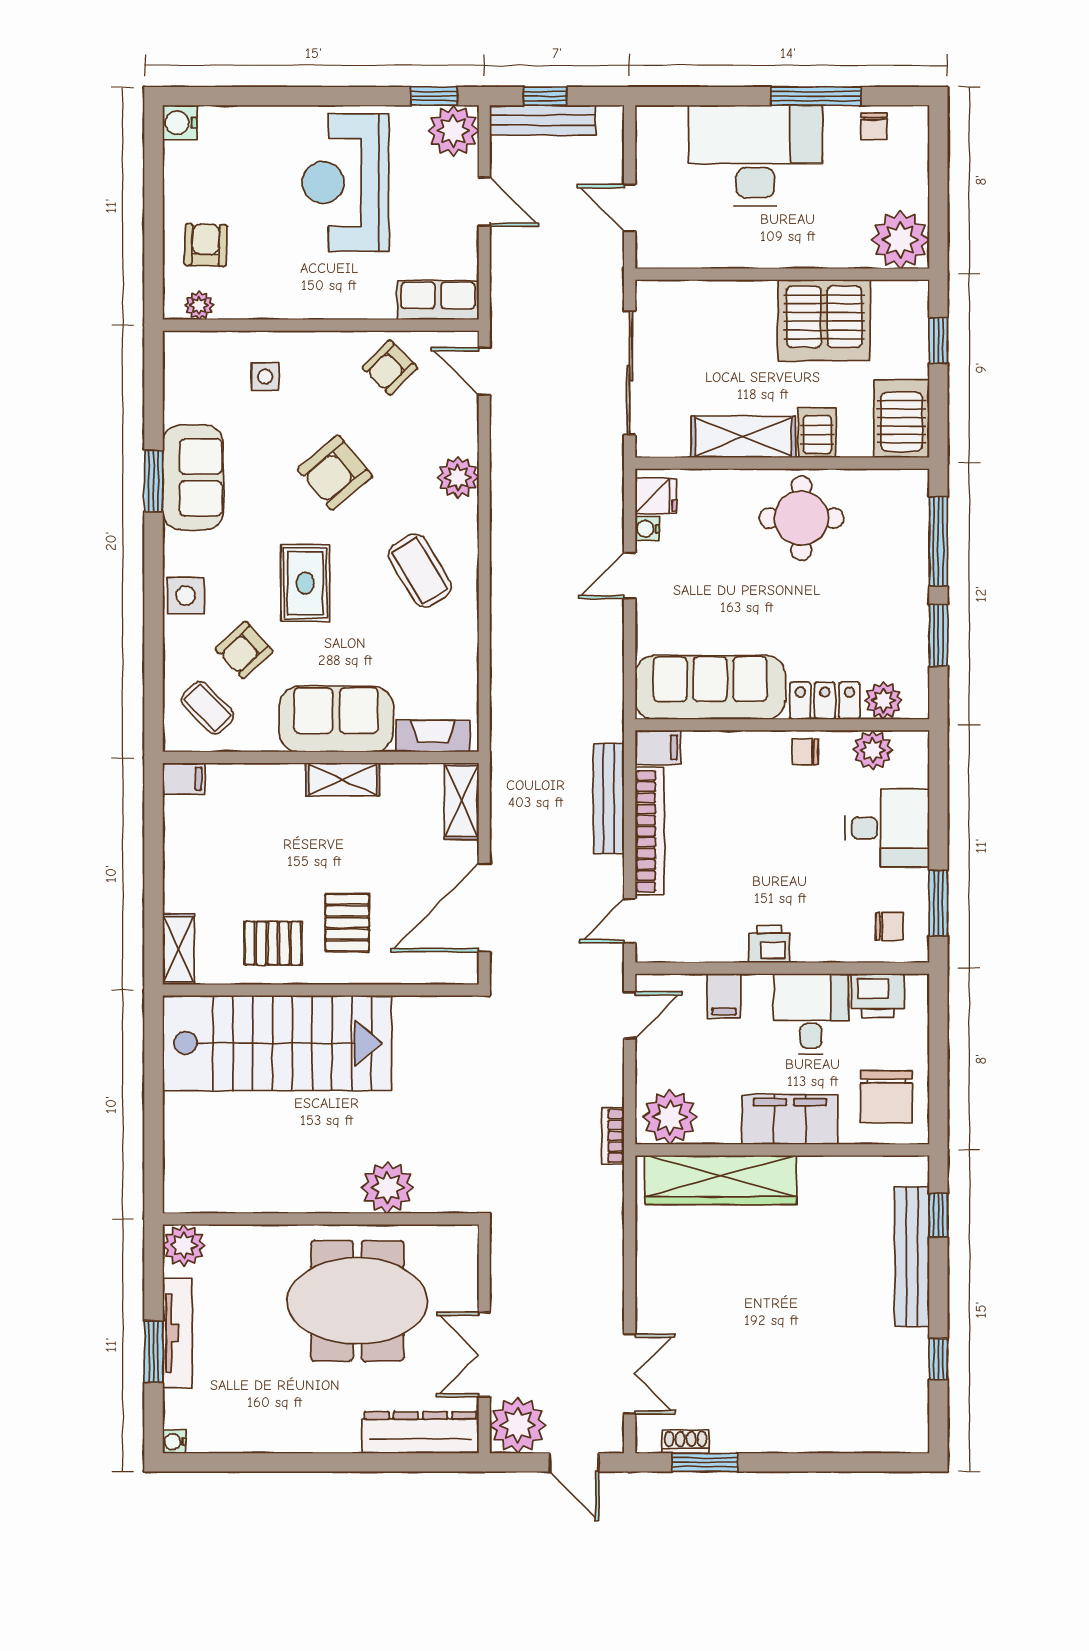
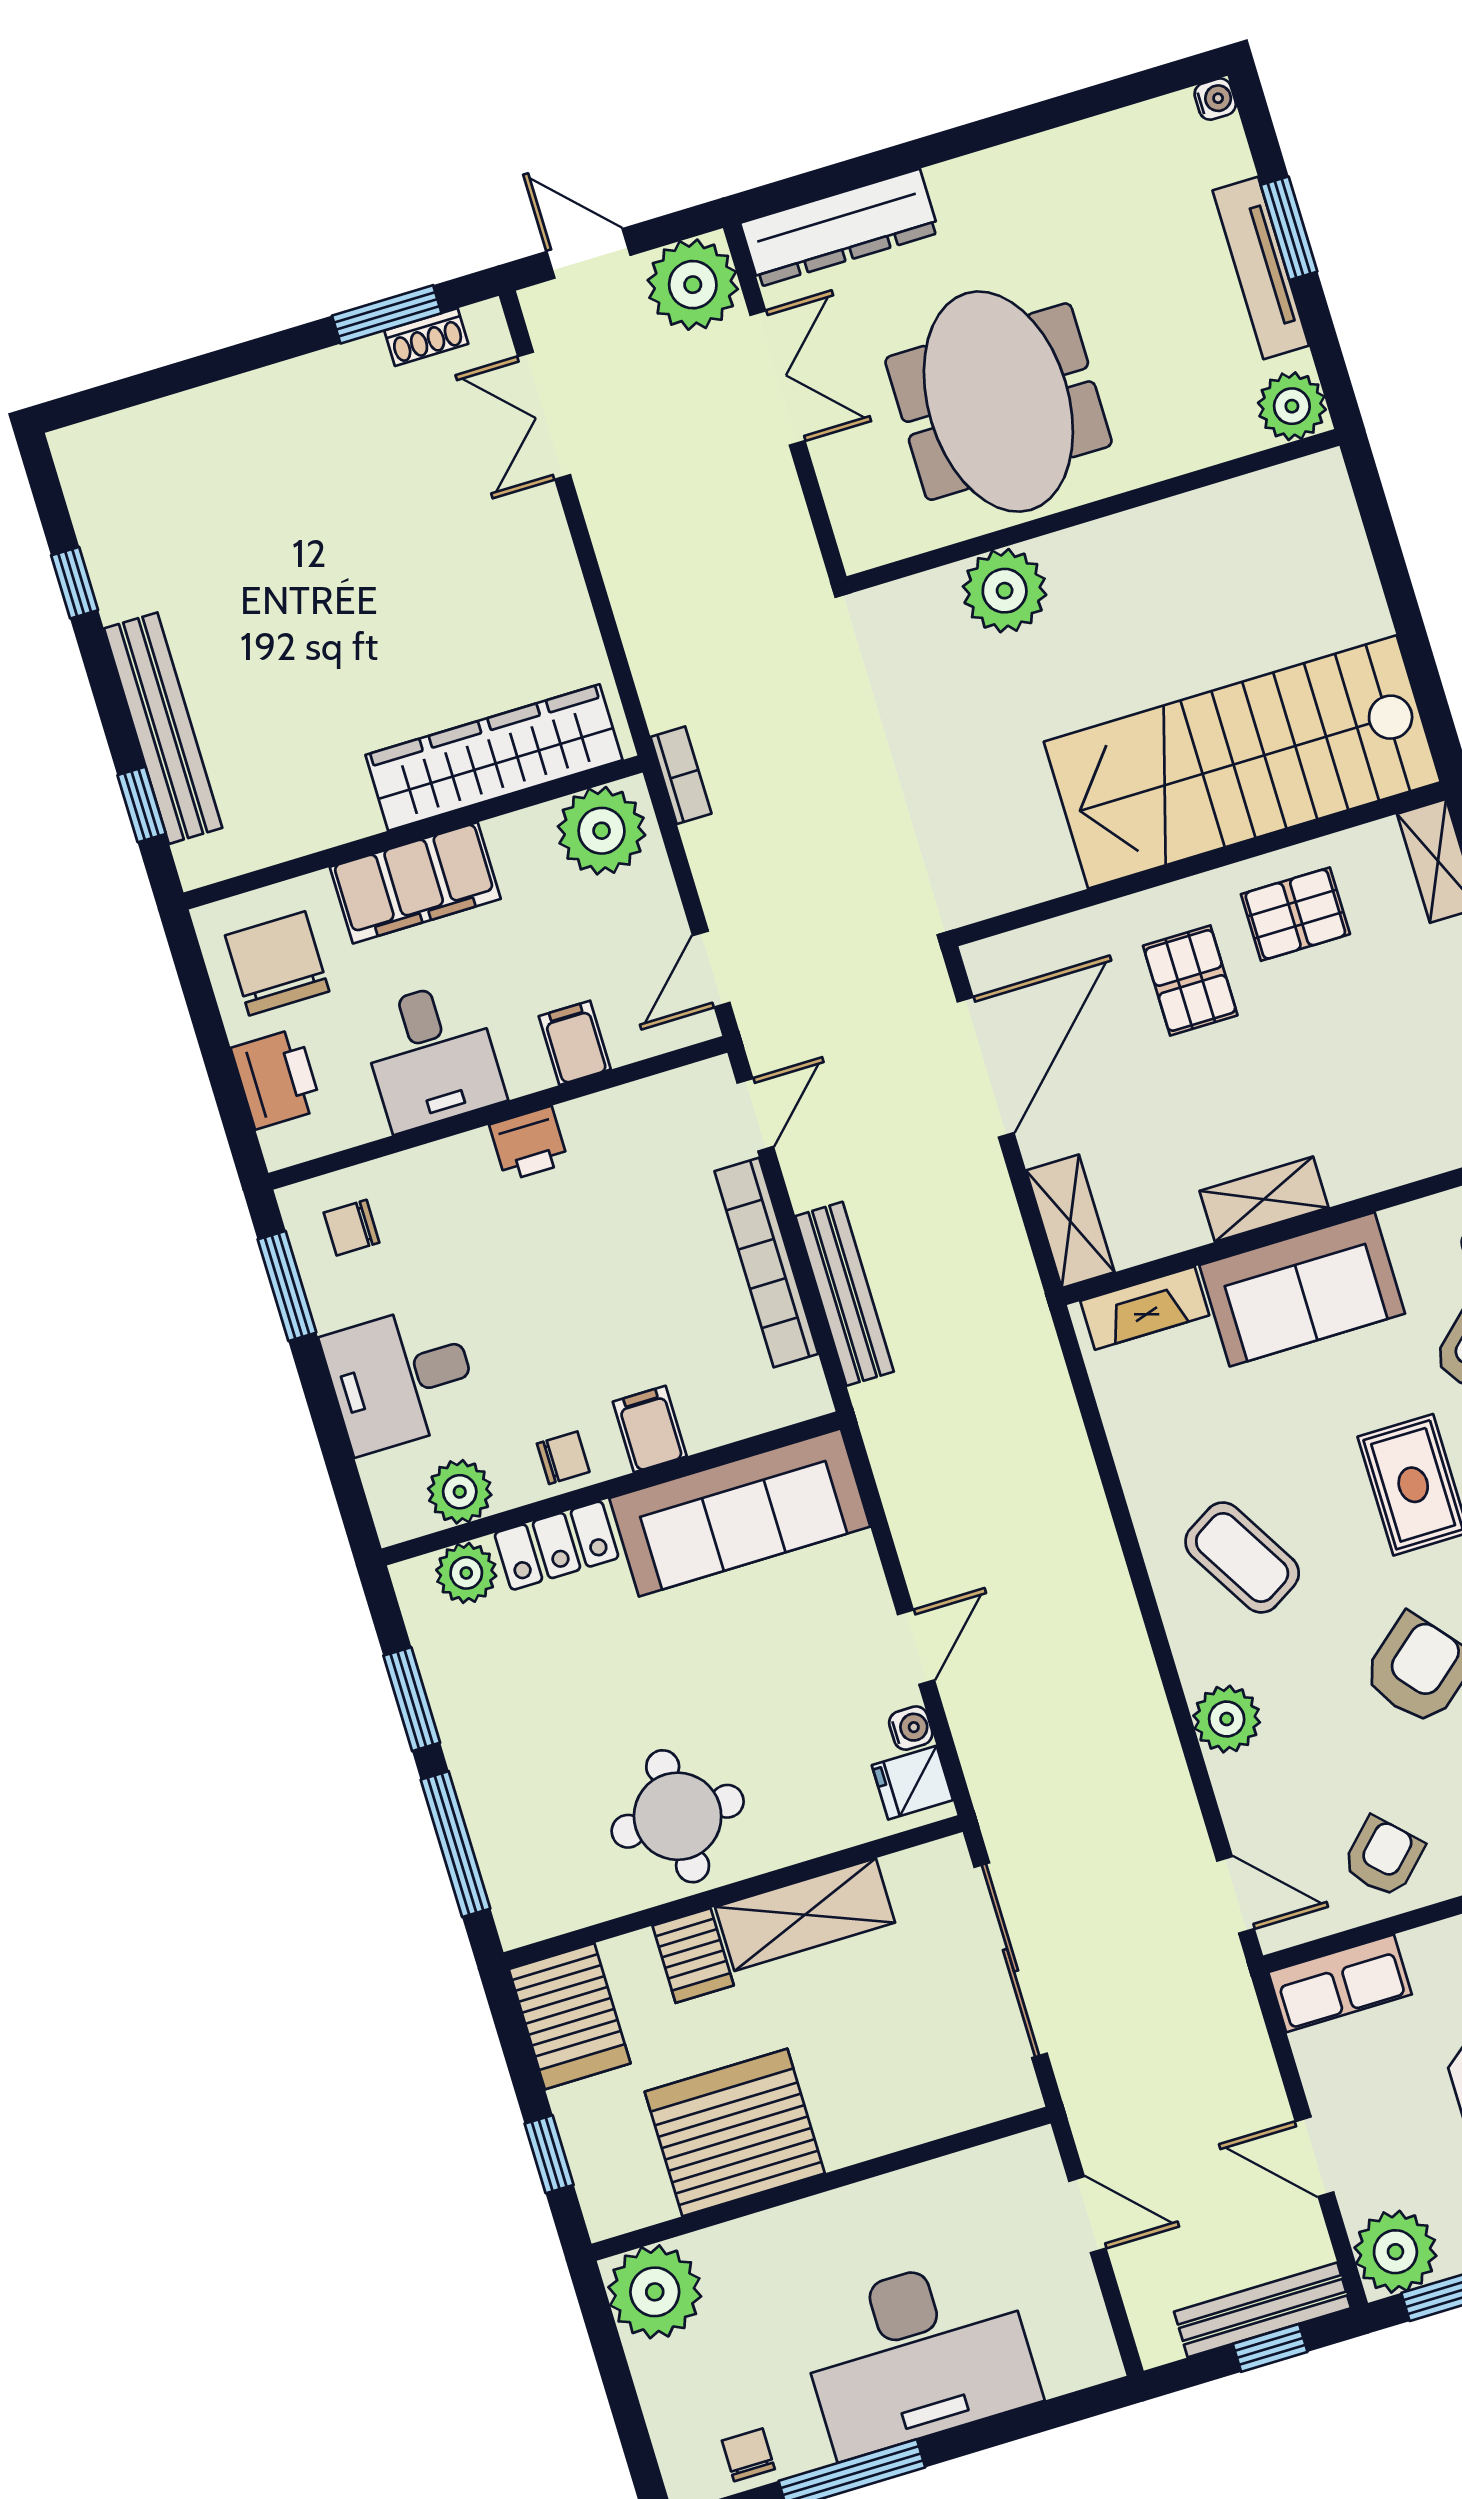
filing cabinet: (658, 747) -> (650, 1429), moved, turned 90
printer: (878, 996) -> (277, 1079), moved, turned 90
meeting table: (357, 1301) -> (998, 402), turned 90

